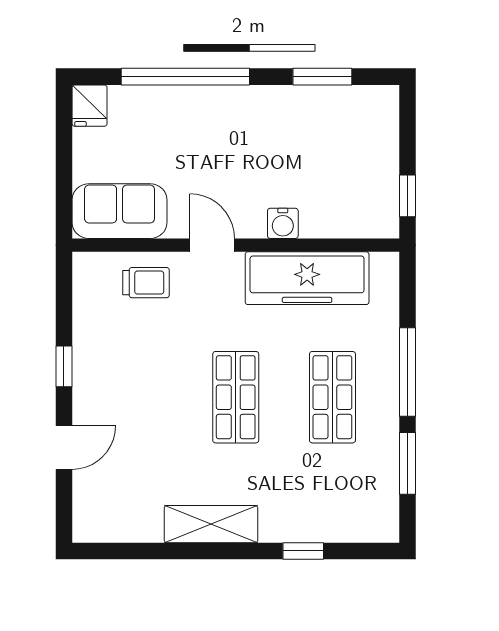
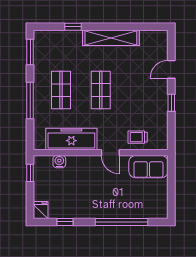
window: (322, 77) -> (65, 222), width x0.67
fridge: (90, 106) -> (41, 210), moved
water cooler: (283, 223) -> (59, 162), moved
window: (407, 463) -> (30, 52), moved
shelving: (211, 524) -> (111, 38), width x1.47

